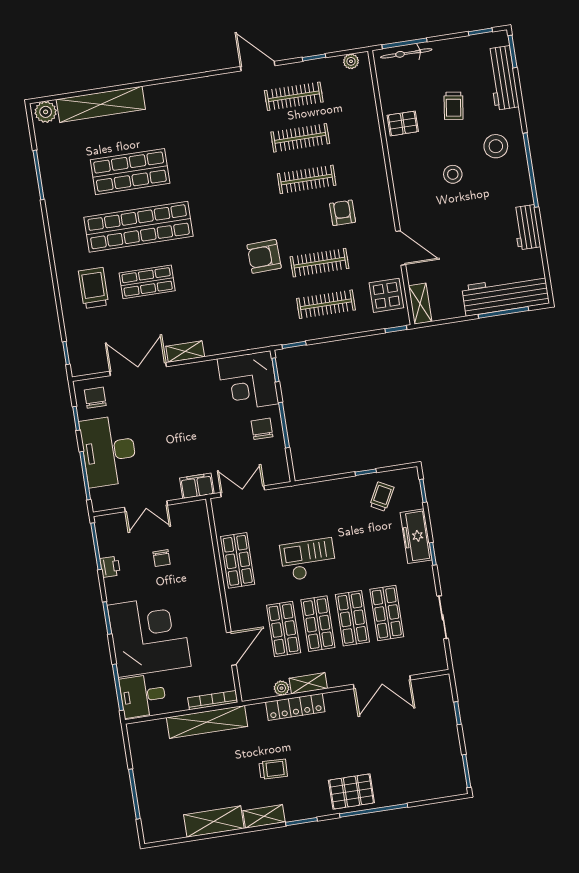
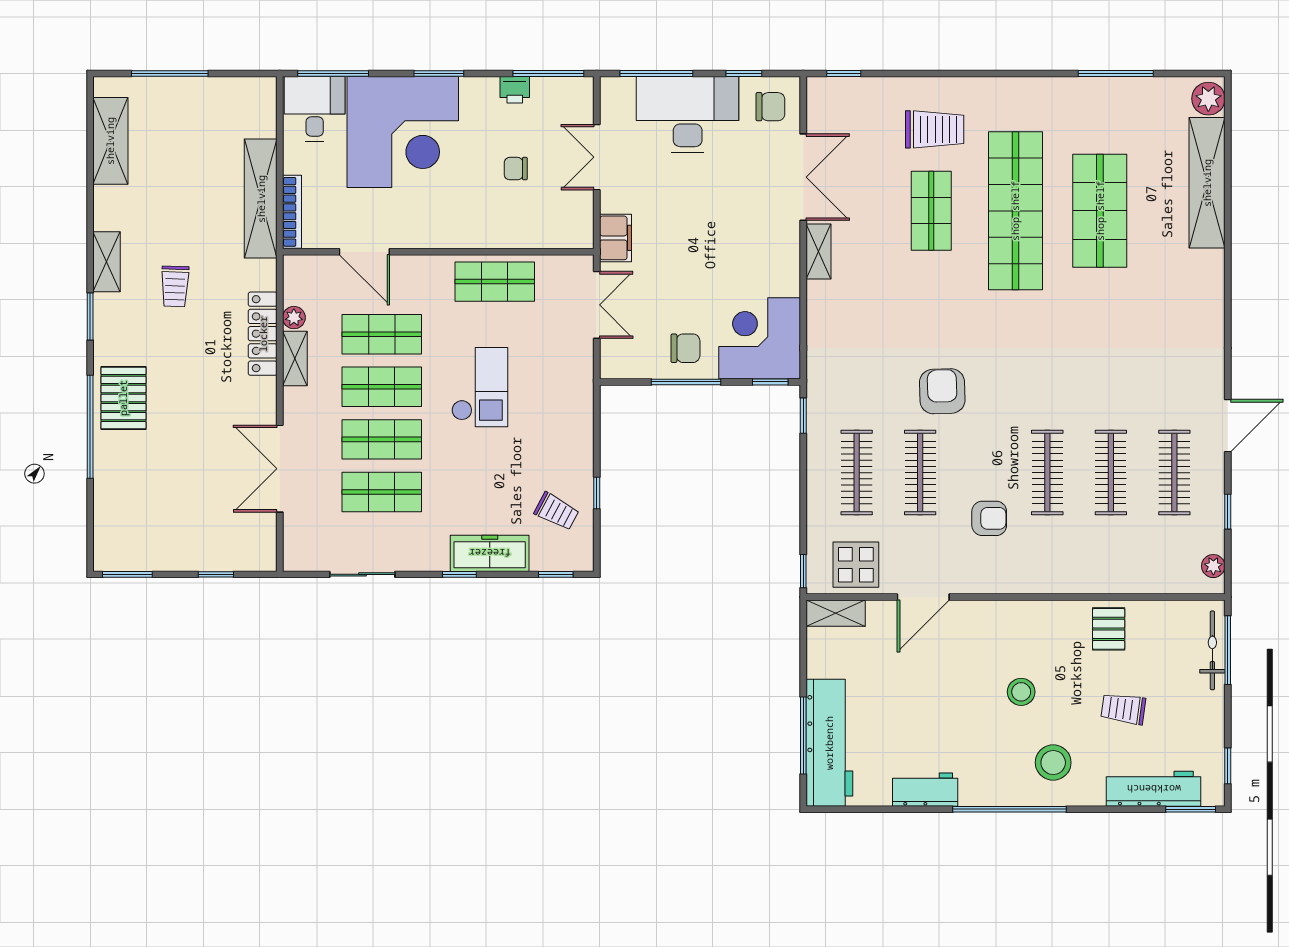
shelving: (214, 822) -> (110, 141), moved

